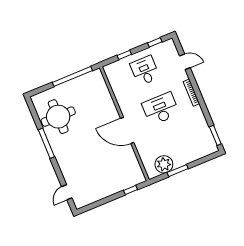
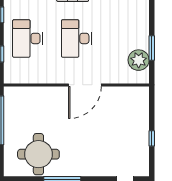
desk: (145, 71) -> (28, 38), width x1.37
window: (131, 190) -> (152, 138), moved

